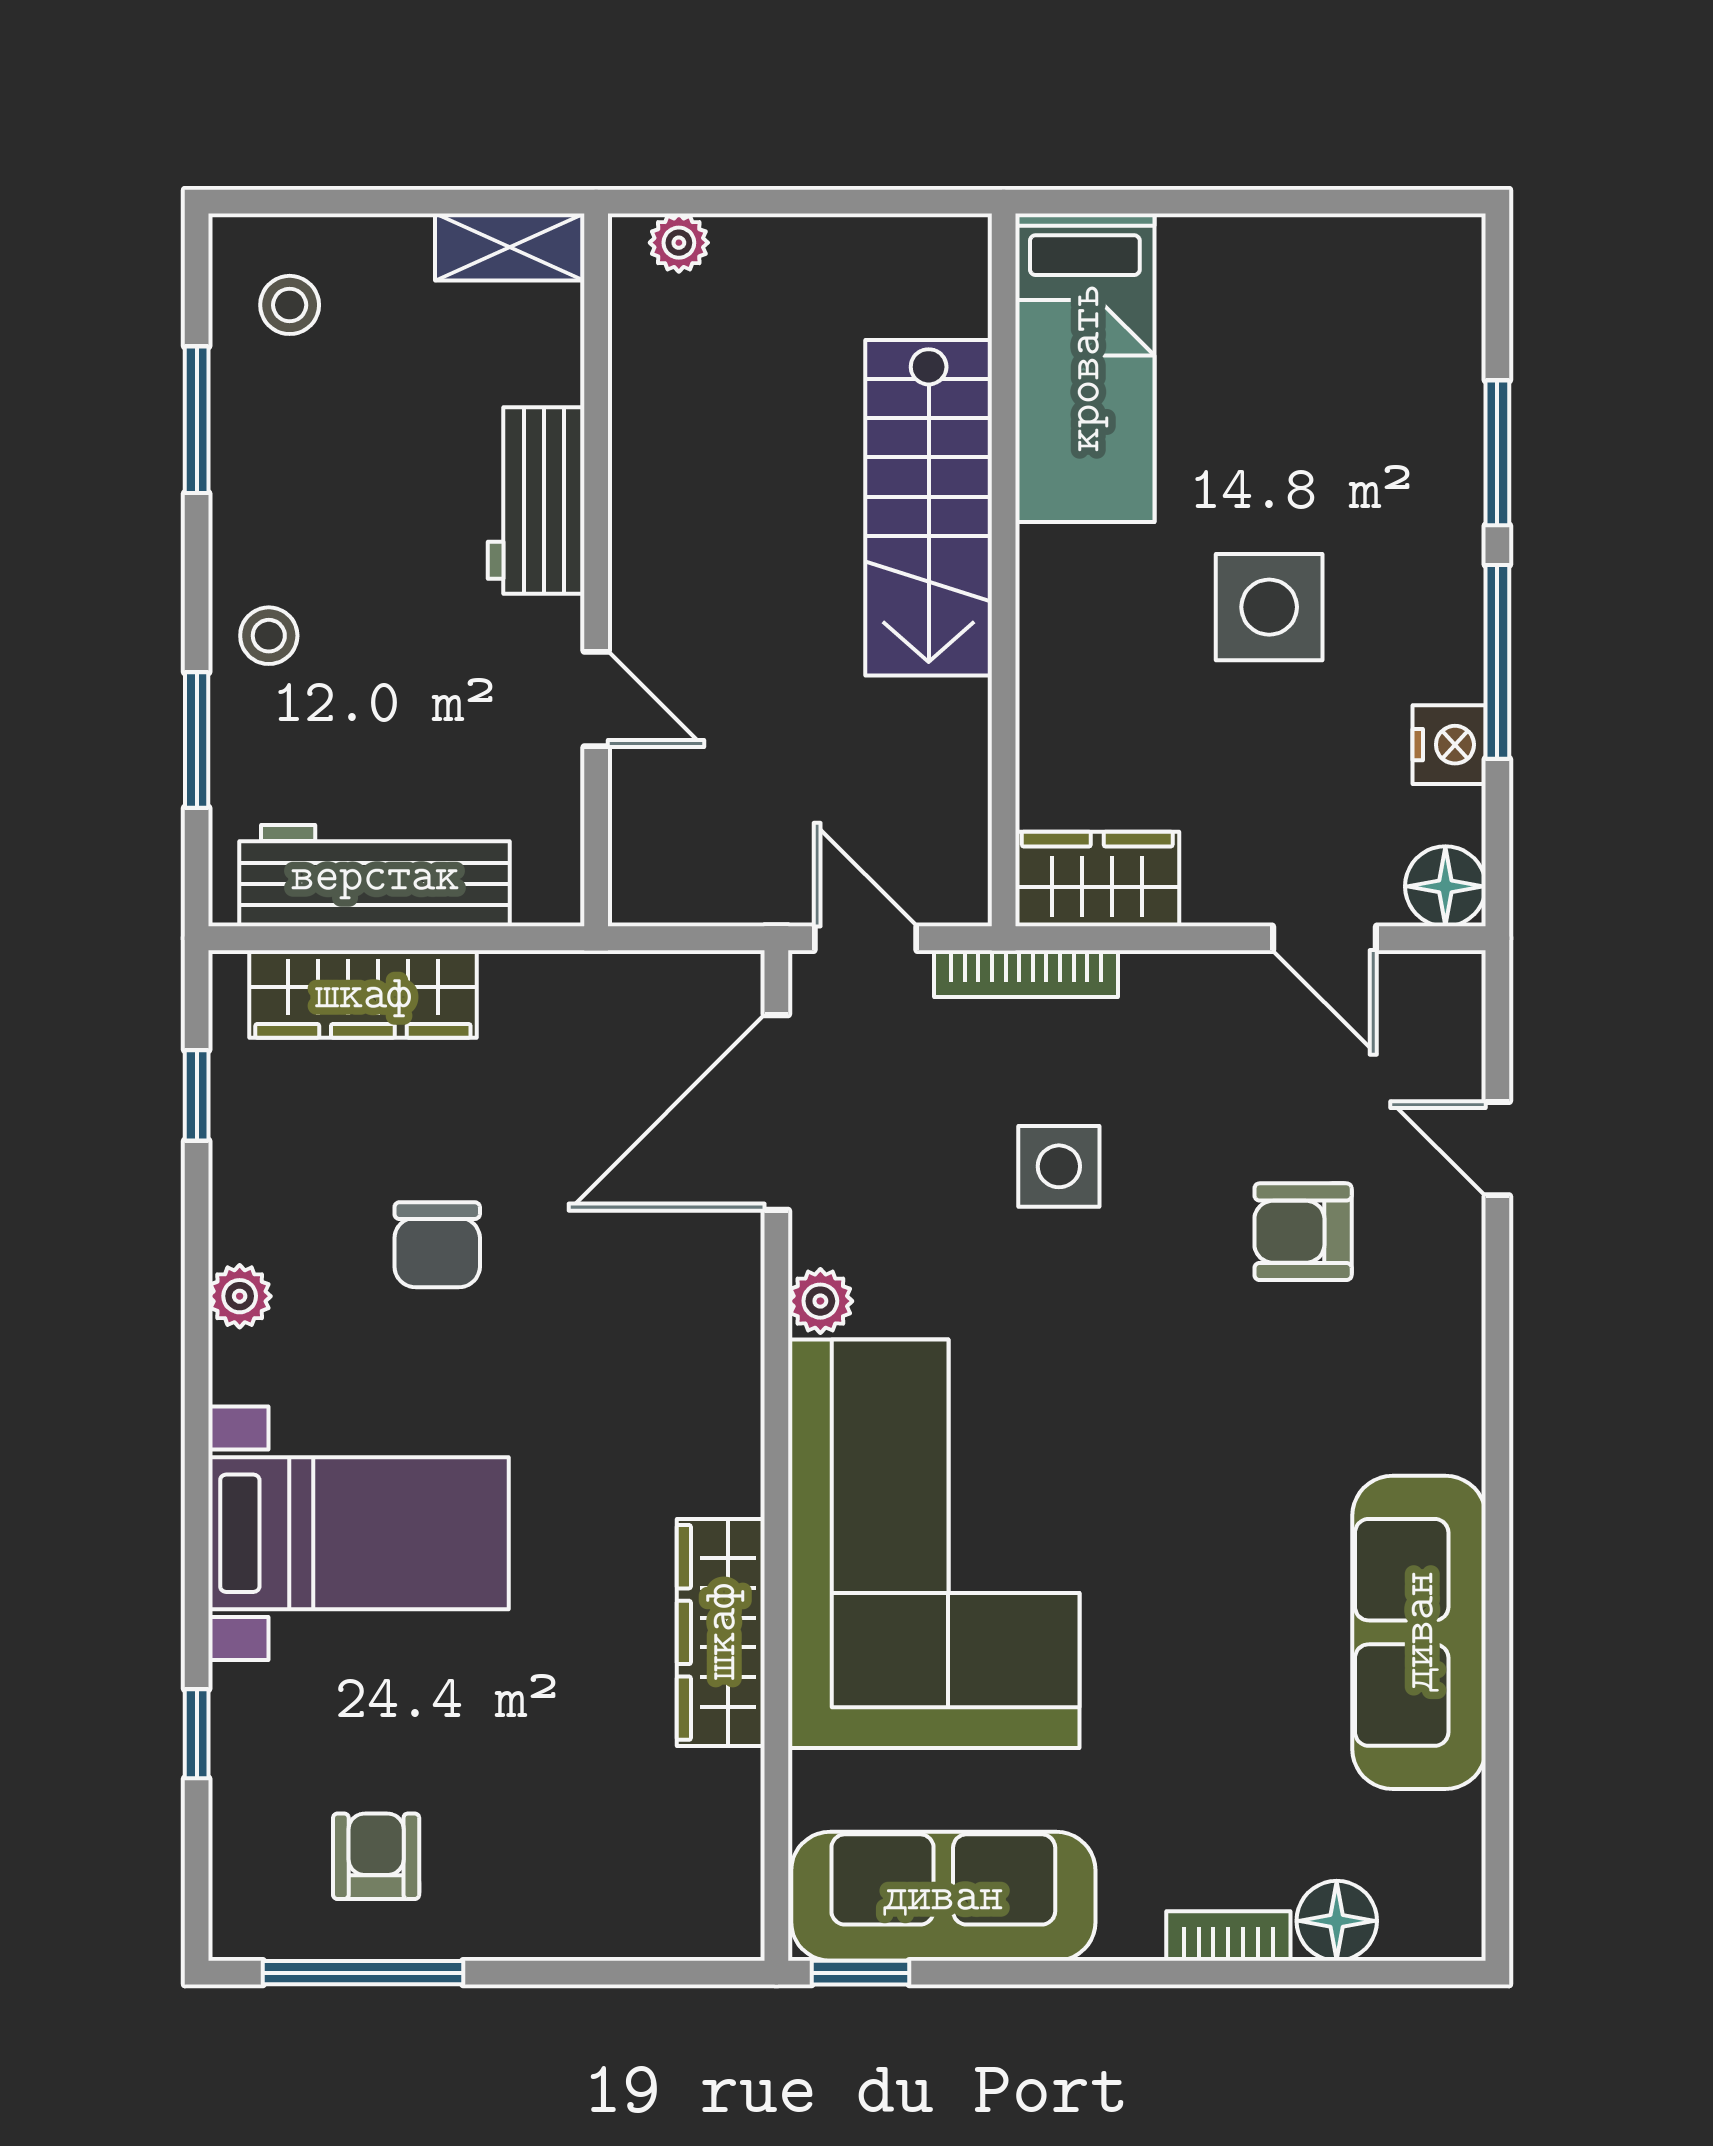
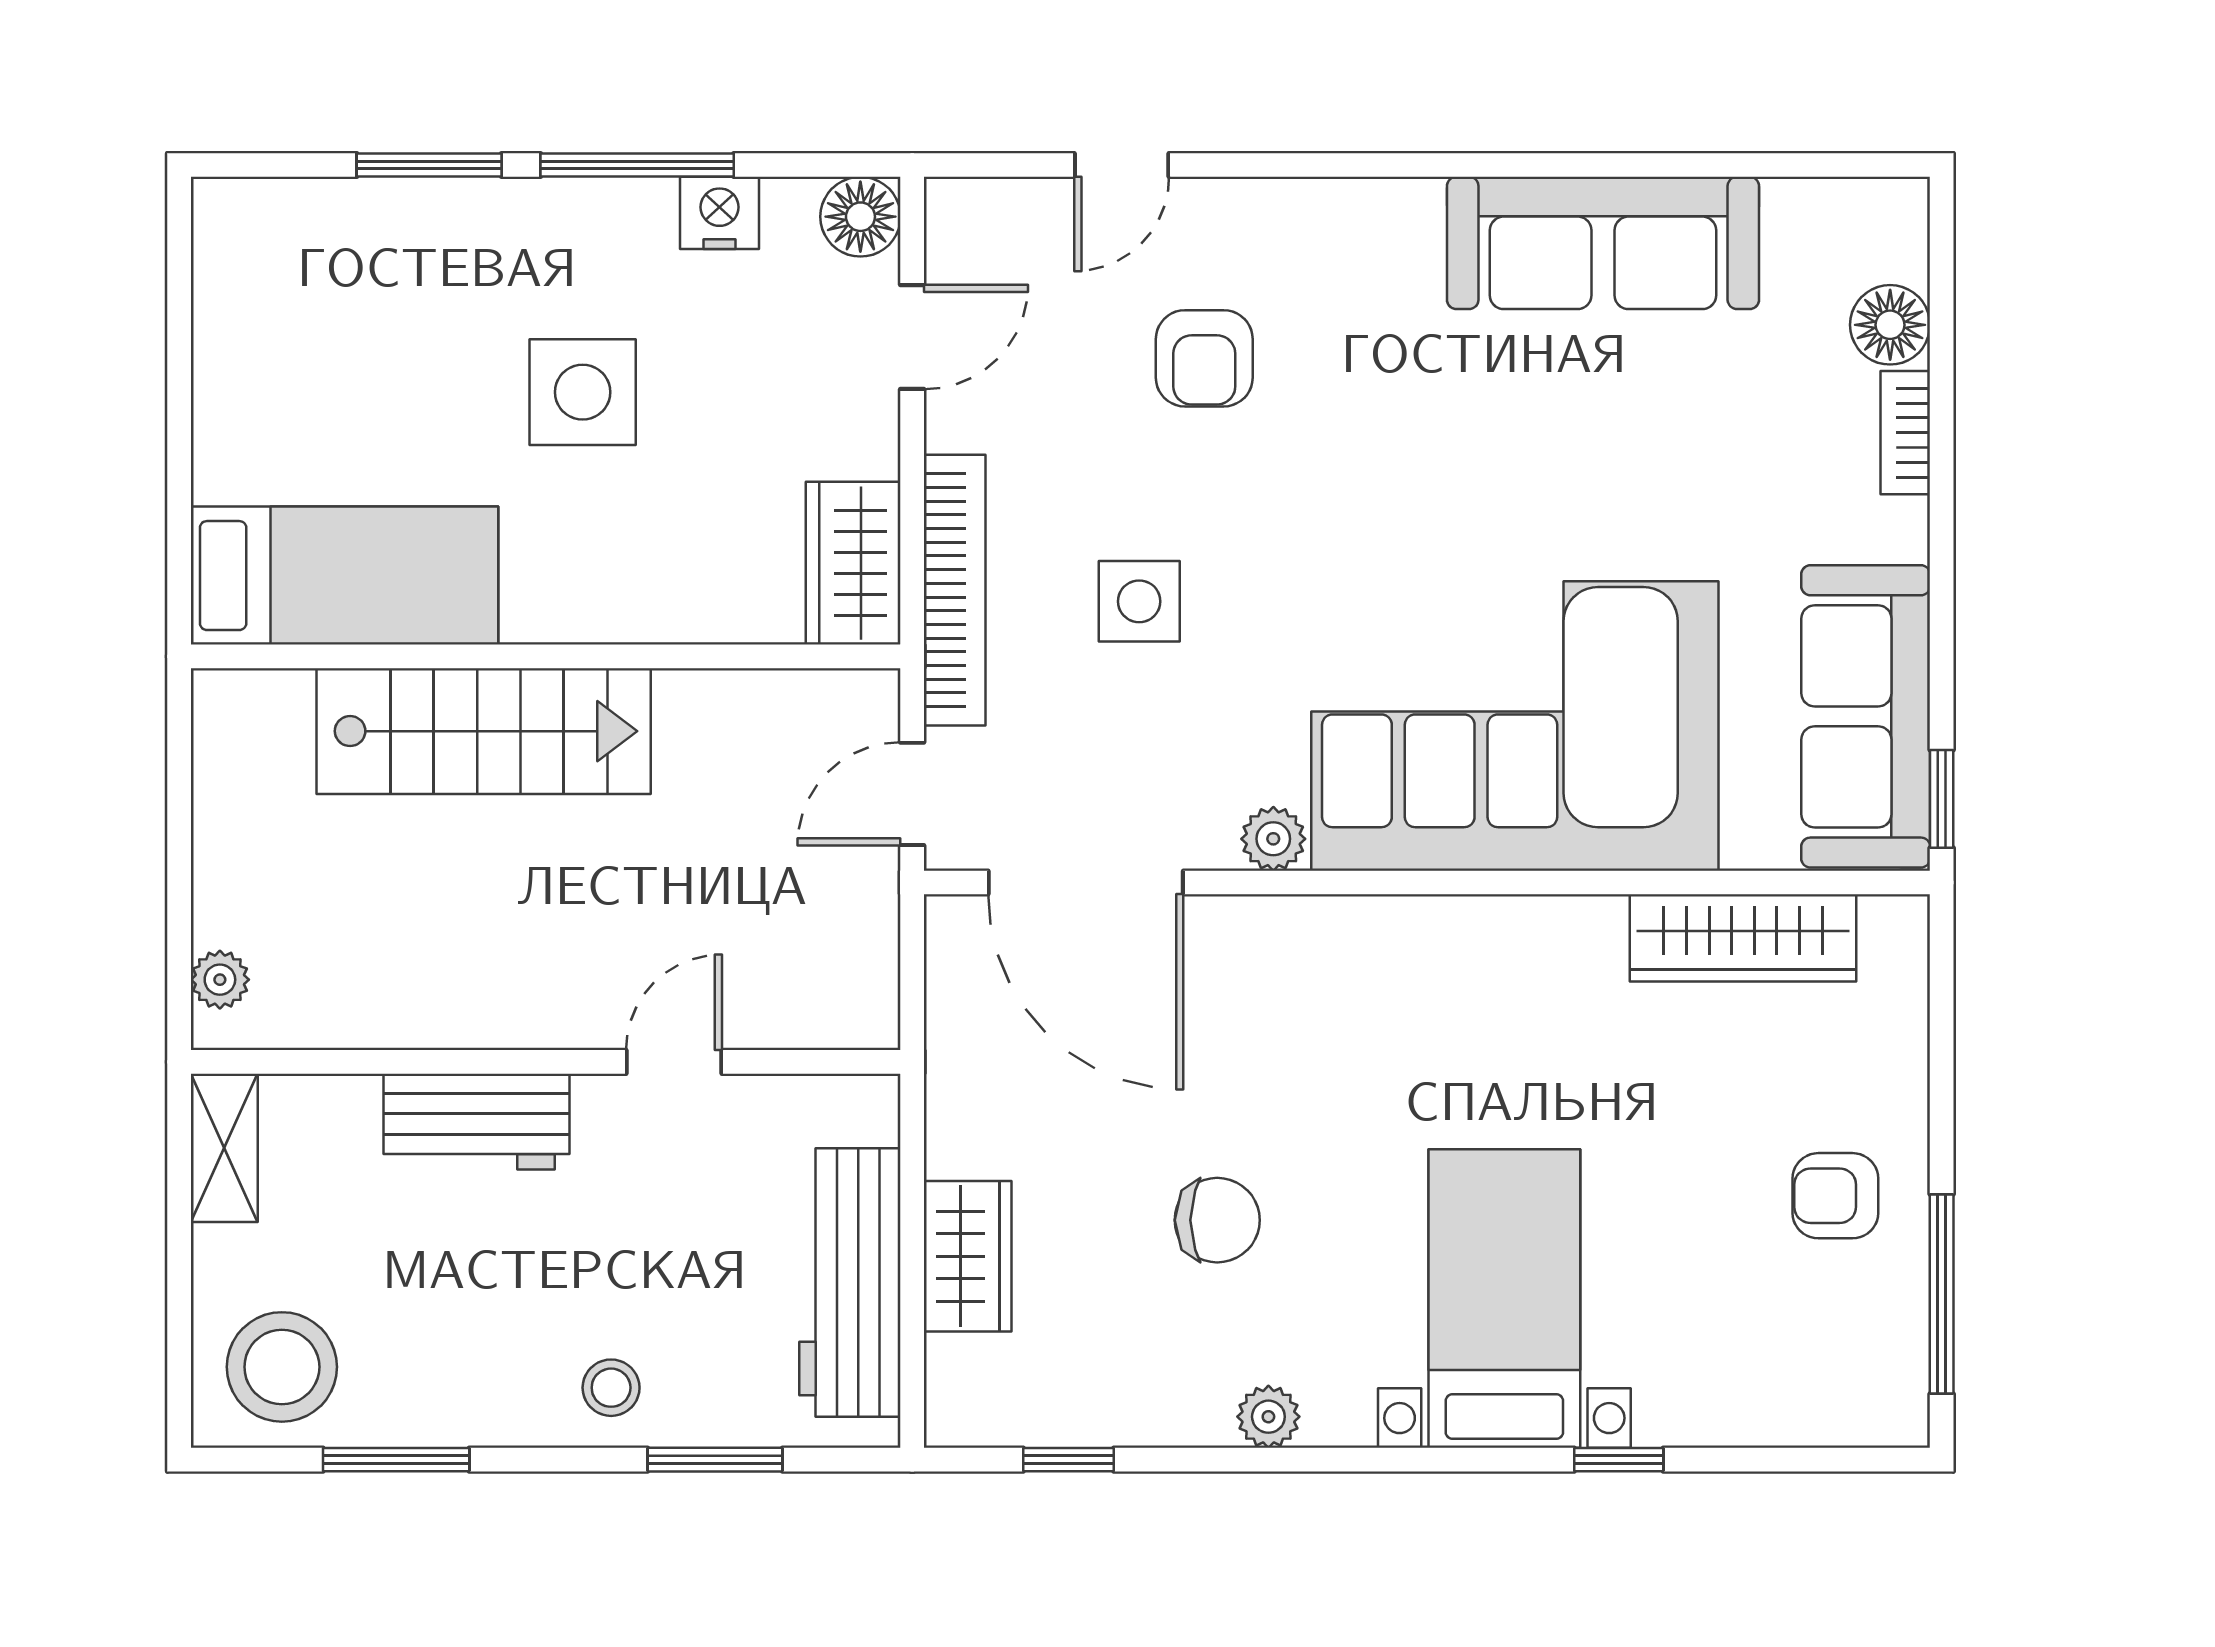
stool: (290, 305) -> (282, 1367), width x1.89, depth x1.89
bookcase: (1026, 974) -> (955, 590), width x1.48, depth x1.31
wardrobe: (363, 994) -> (968, 1256), width x0.67
wardrobe: (721, 1632) -> (1743, 938), moved
window: (197, 1734) -> (1619, 1460), moved
armchair: (376, 1856) -> (1835, 1196), moved

